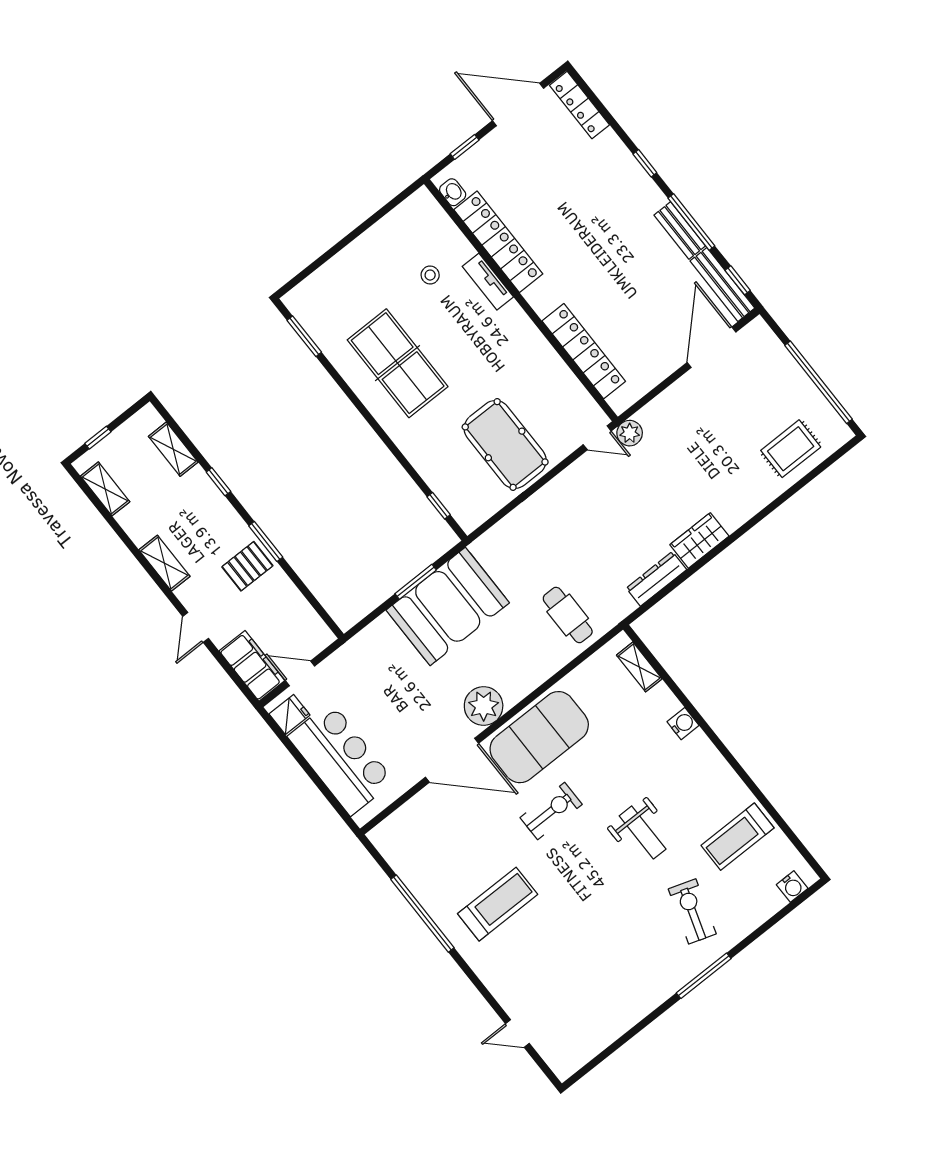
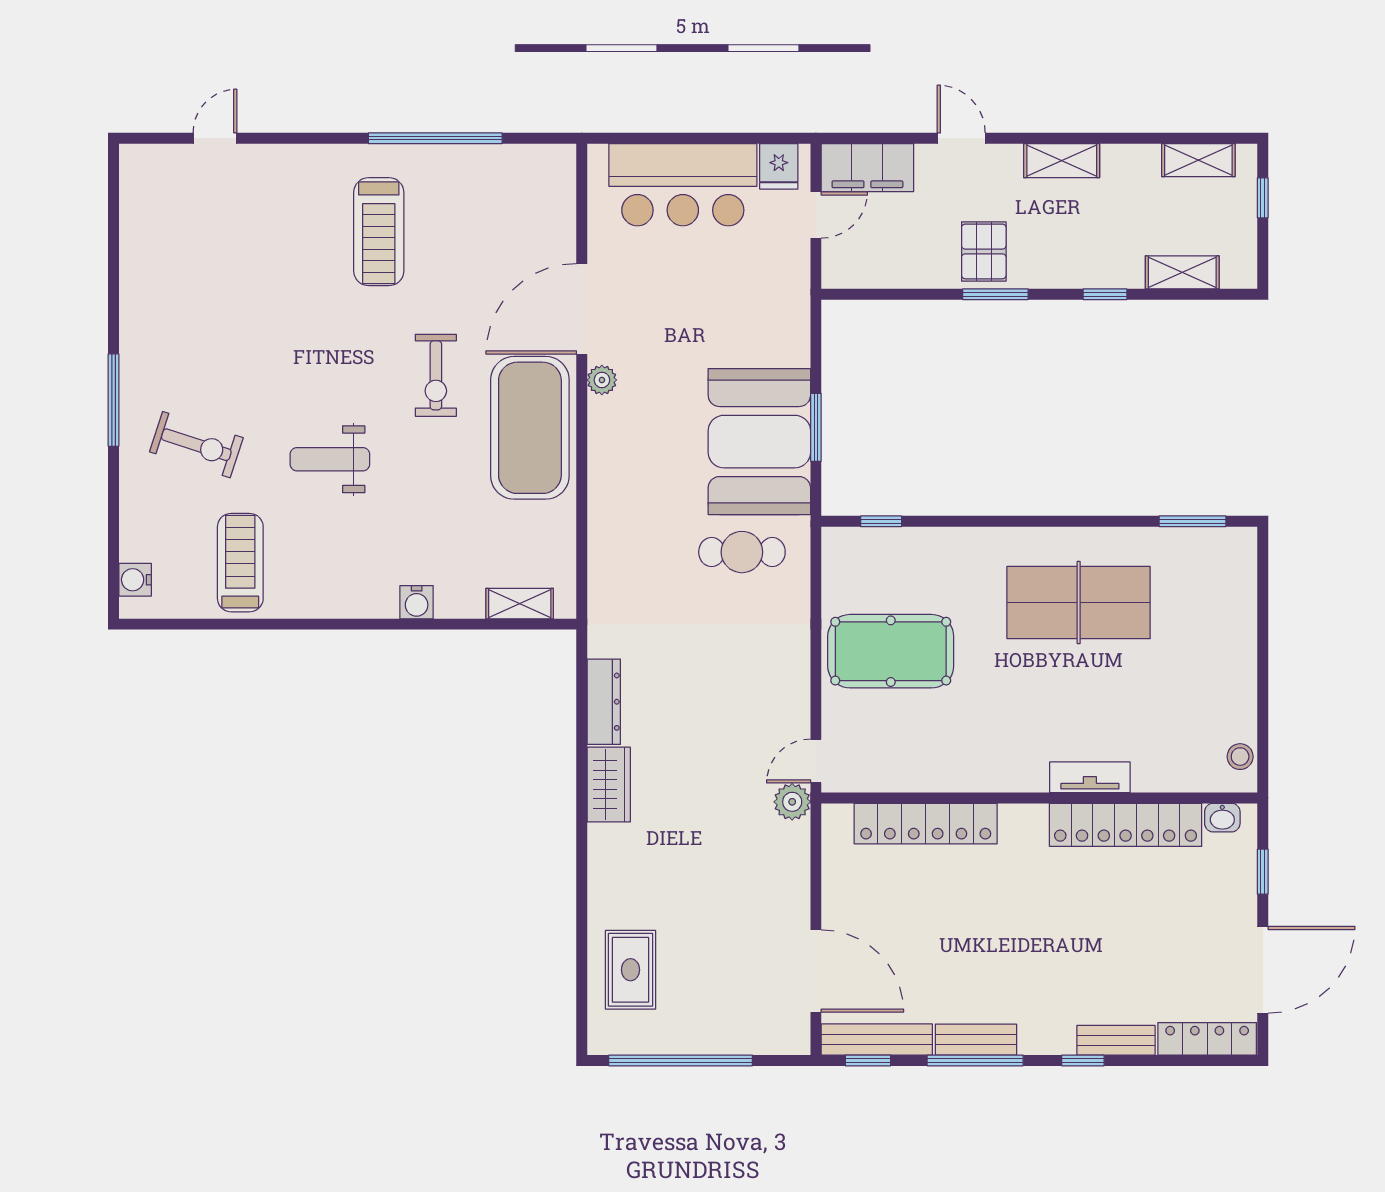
bench: (620, 154) -> (1116, 1040), added
stool: (430, 275) -> (1240, 757), moved
cafe table: (568, 615) -> (742, 552), moved
plant: (484, 706) -> (602, 380), width x0.53, depth x0.53

